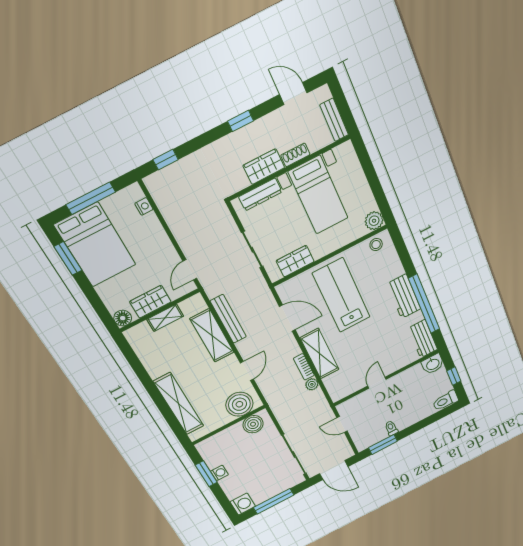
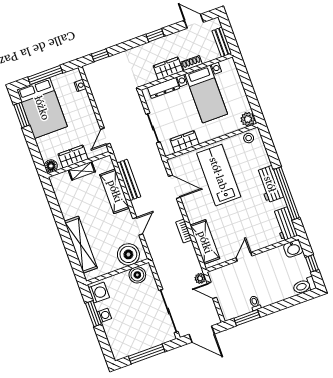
shelving: (320, 354) -> (205, 242), moved
plant: (312, 384) -> (200, 278), moved
washing machine: (243, 504) -> (99, 293), moved

